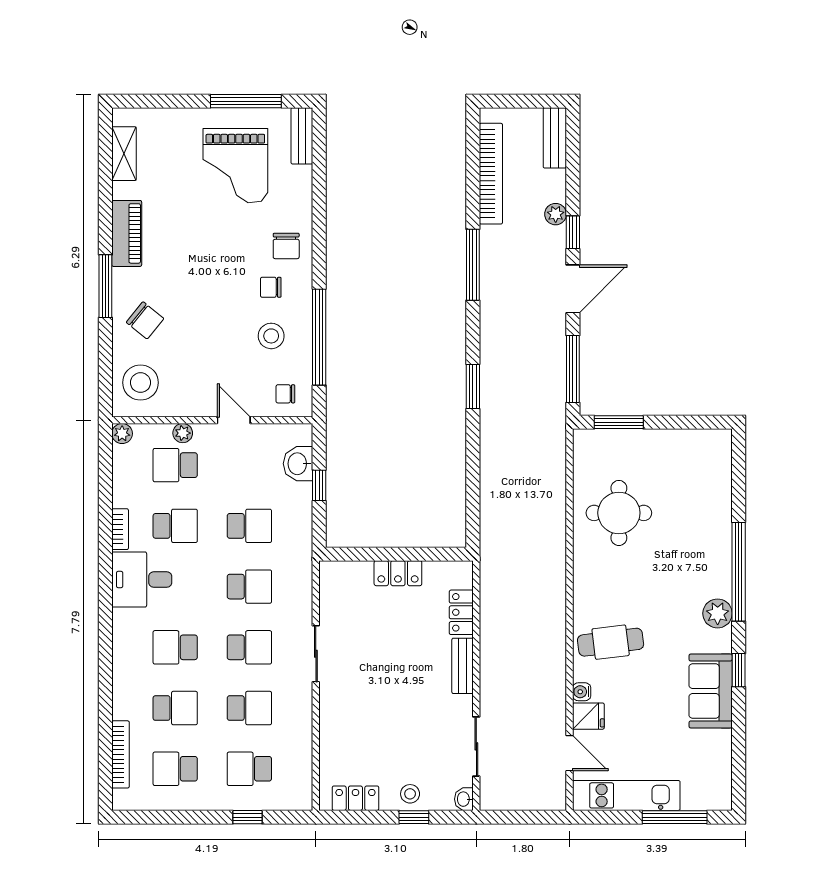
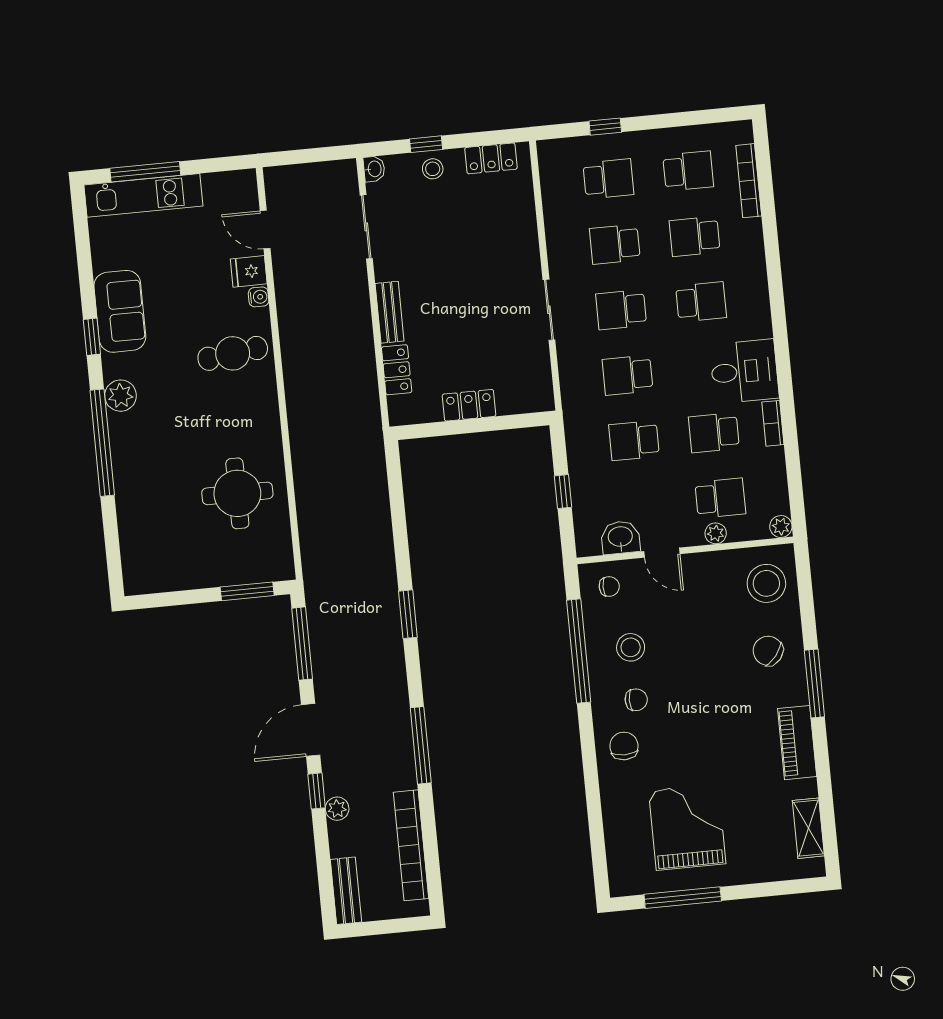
bench: (302, 136) -> (619, 866), removed
washbasin: (298, 464) -> (620, 537), moved, turned -90
kitchen unit: (626, 795) -> (143, 195), moved

